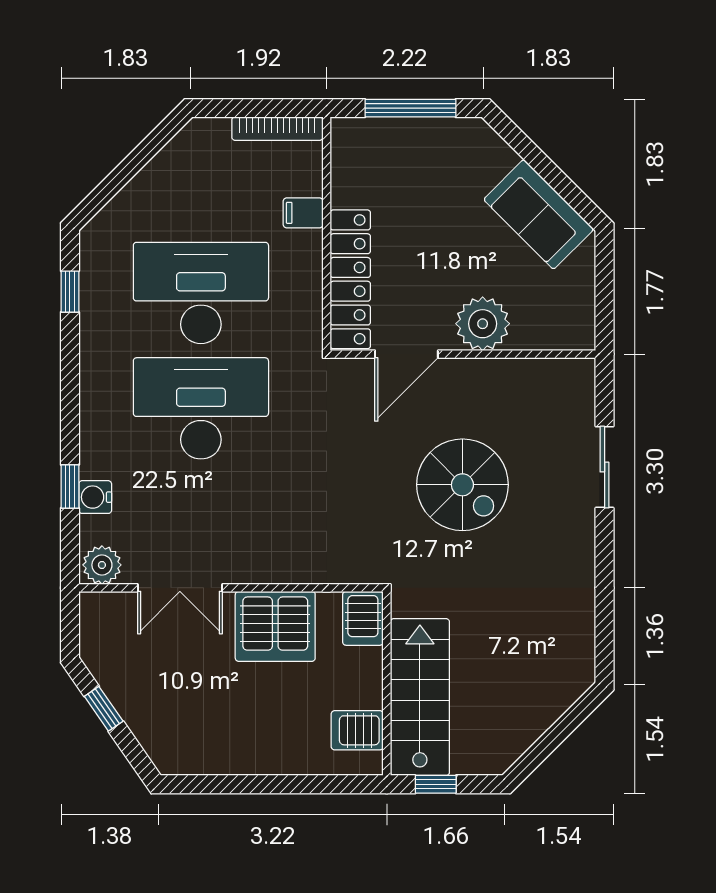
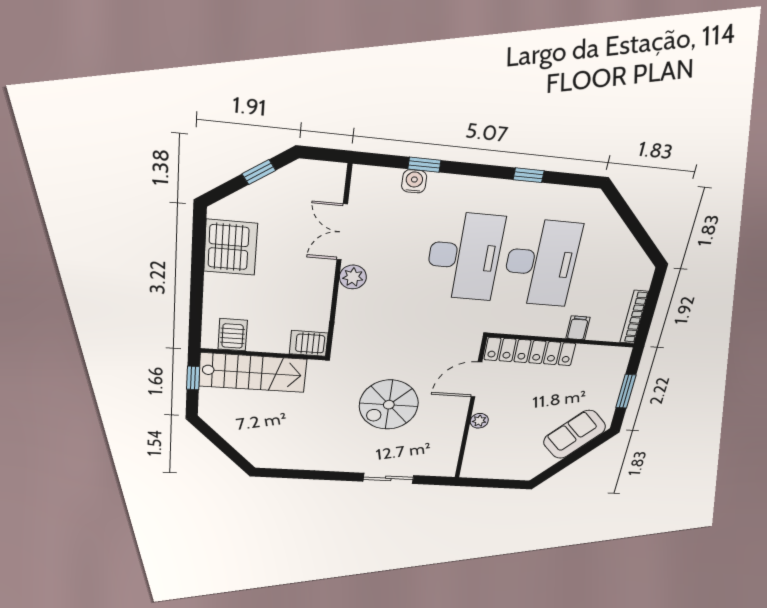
window: (410, 108) -> (626, 391), width x0.69
sofa: (539, 214) -> (575, 434), moved
window: (70, 292) -> (529, 175), moved
plant: (483, 324) -> (479, 421), width x0.53, depth x0.53
door: (406, 354) -> (476, 379), hinge flipped
plant: (102, 565) -> (353, 277), moved
server rack: (275, 626) -> (231, 247), moved, turned 180

